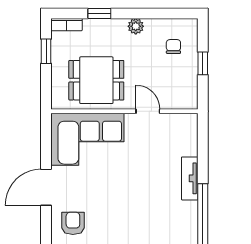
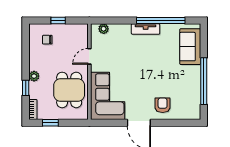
plant: (136, 26) -> (34, 76), moved
plant: (190, 133) -> (104, 29), added
tv unit: (190, 178) -> (146, 29), moved
armchair: (73, 223) -> (163, 105), turned 90

